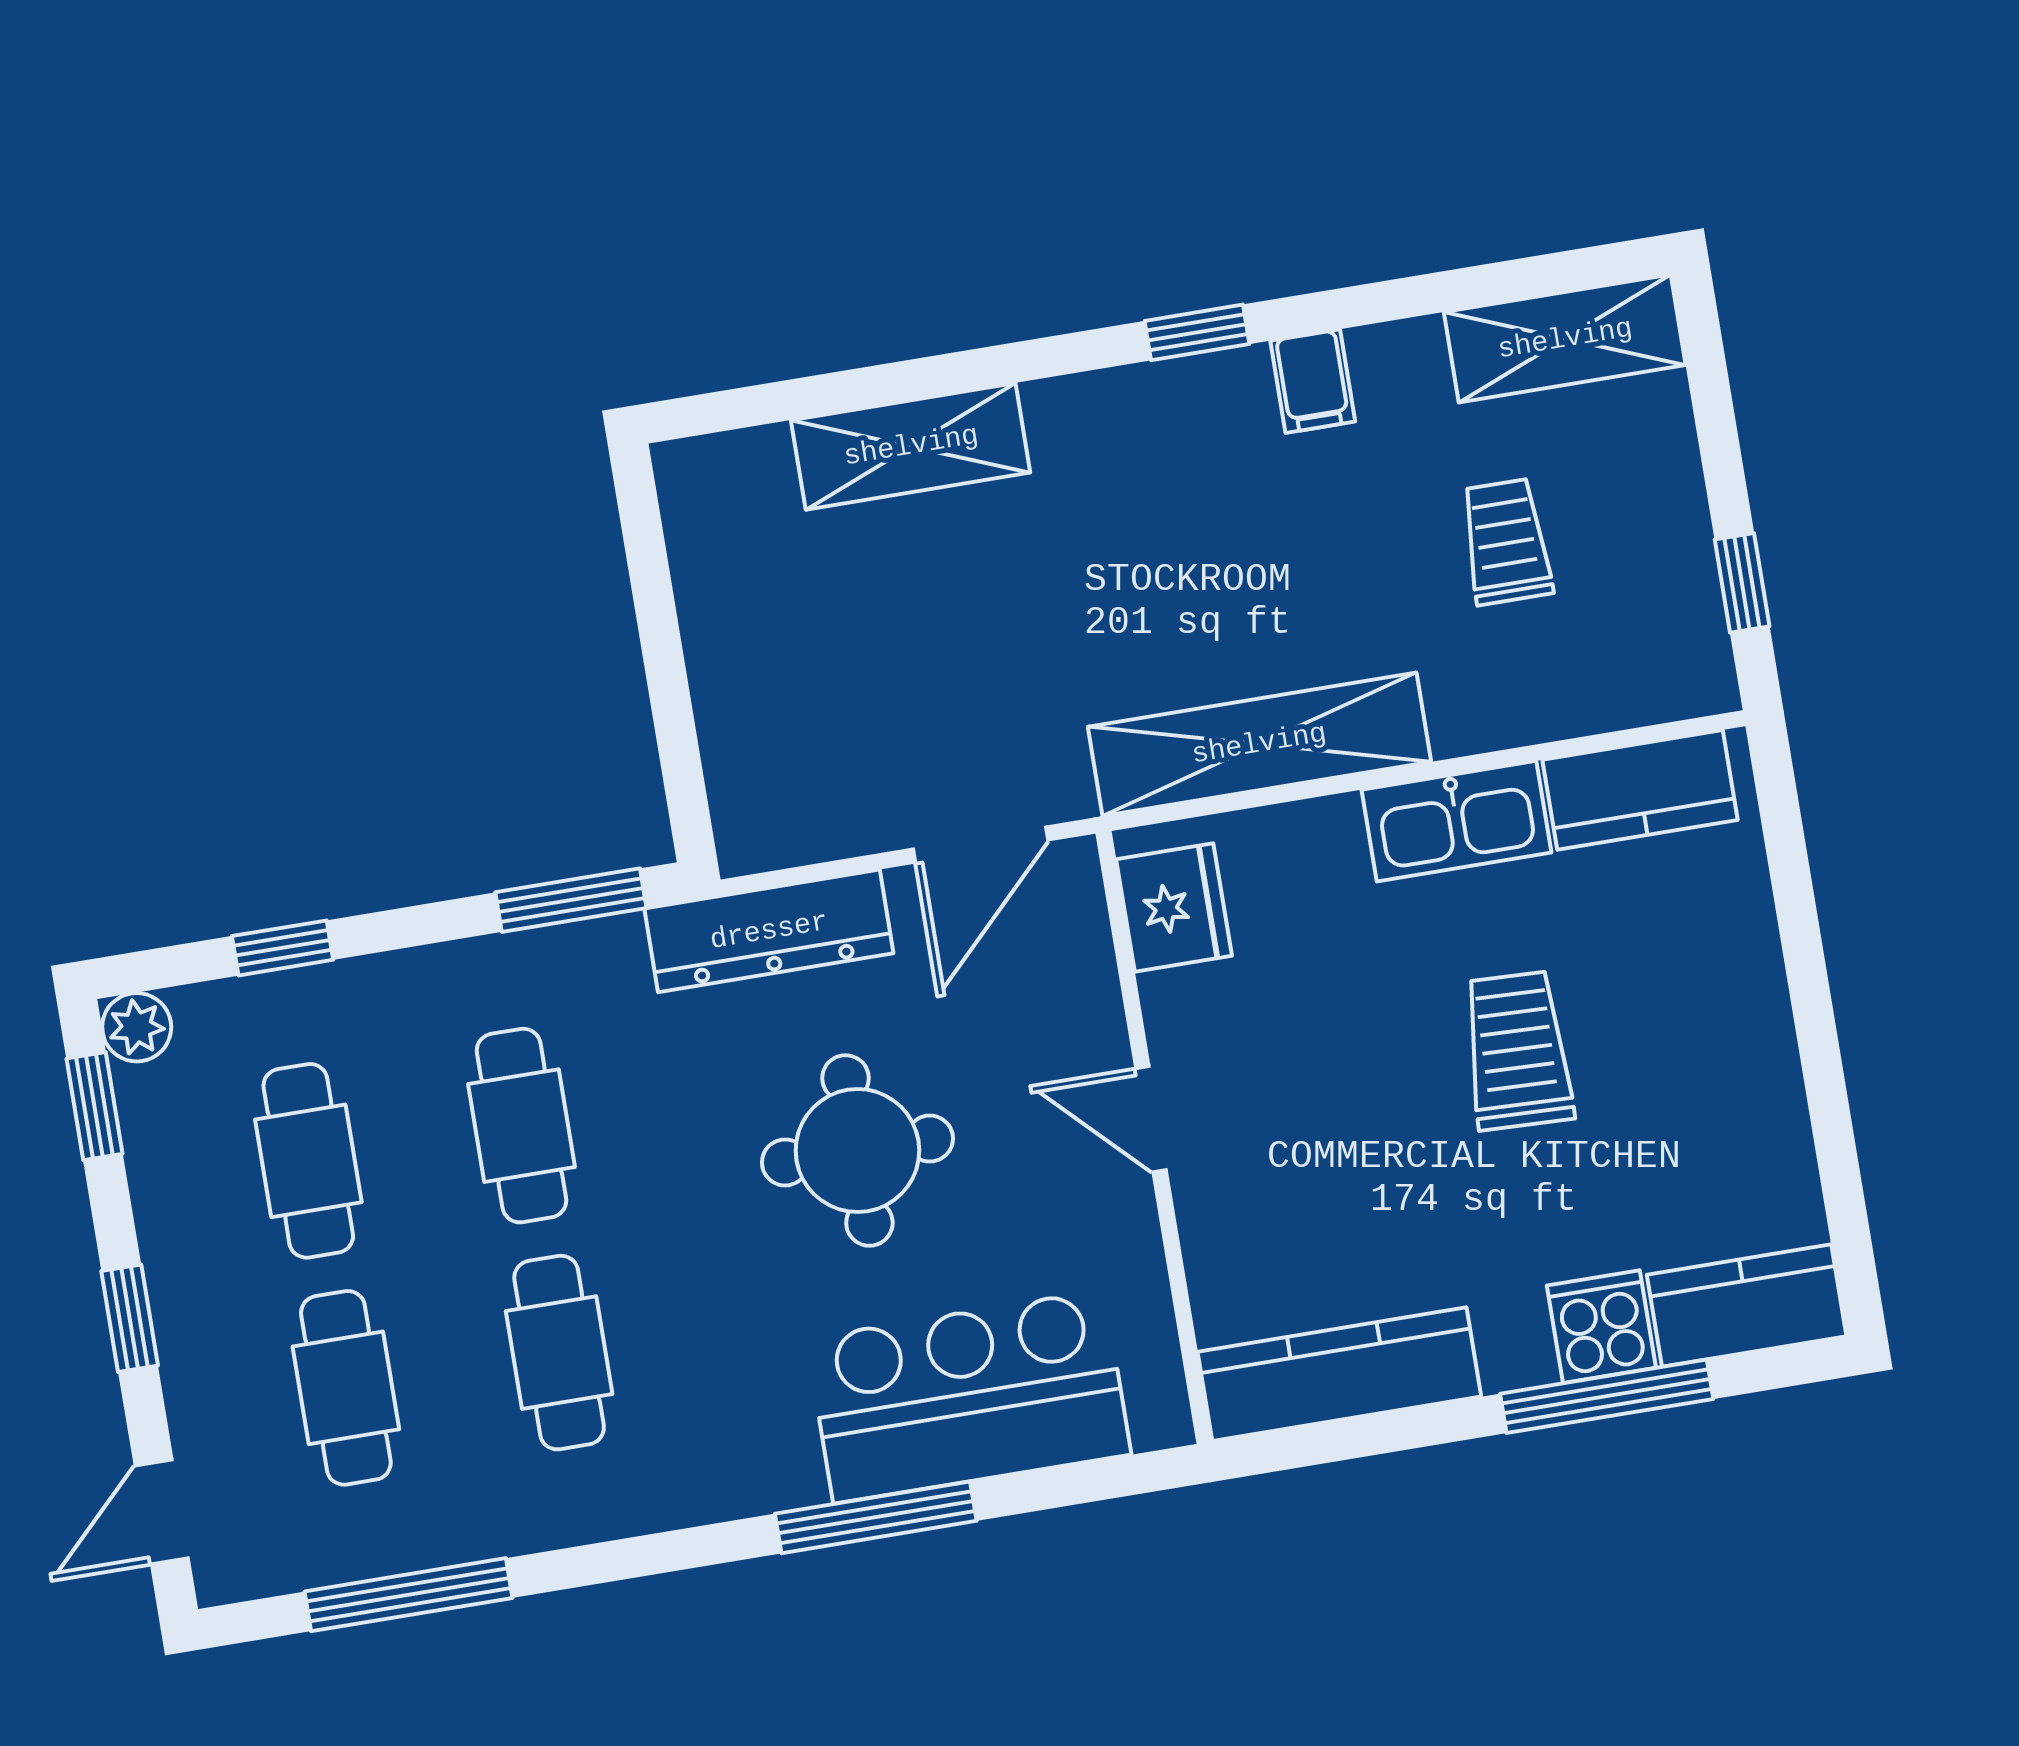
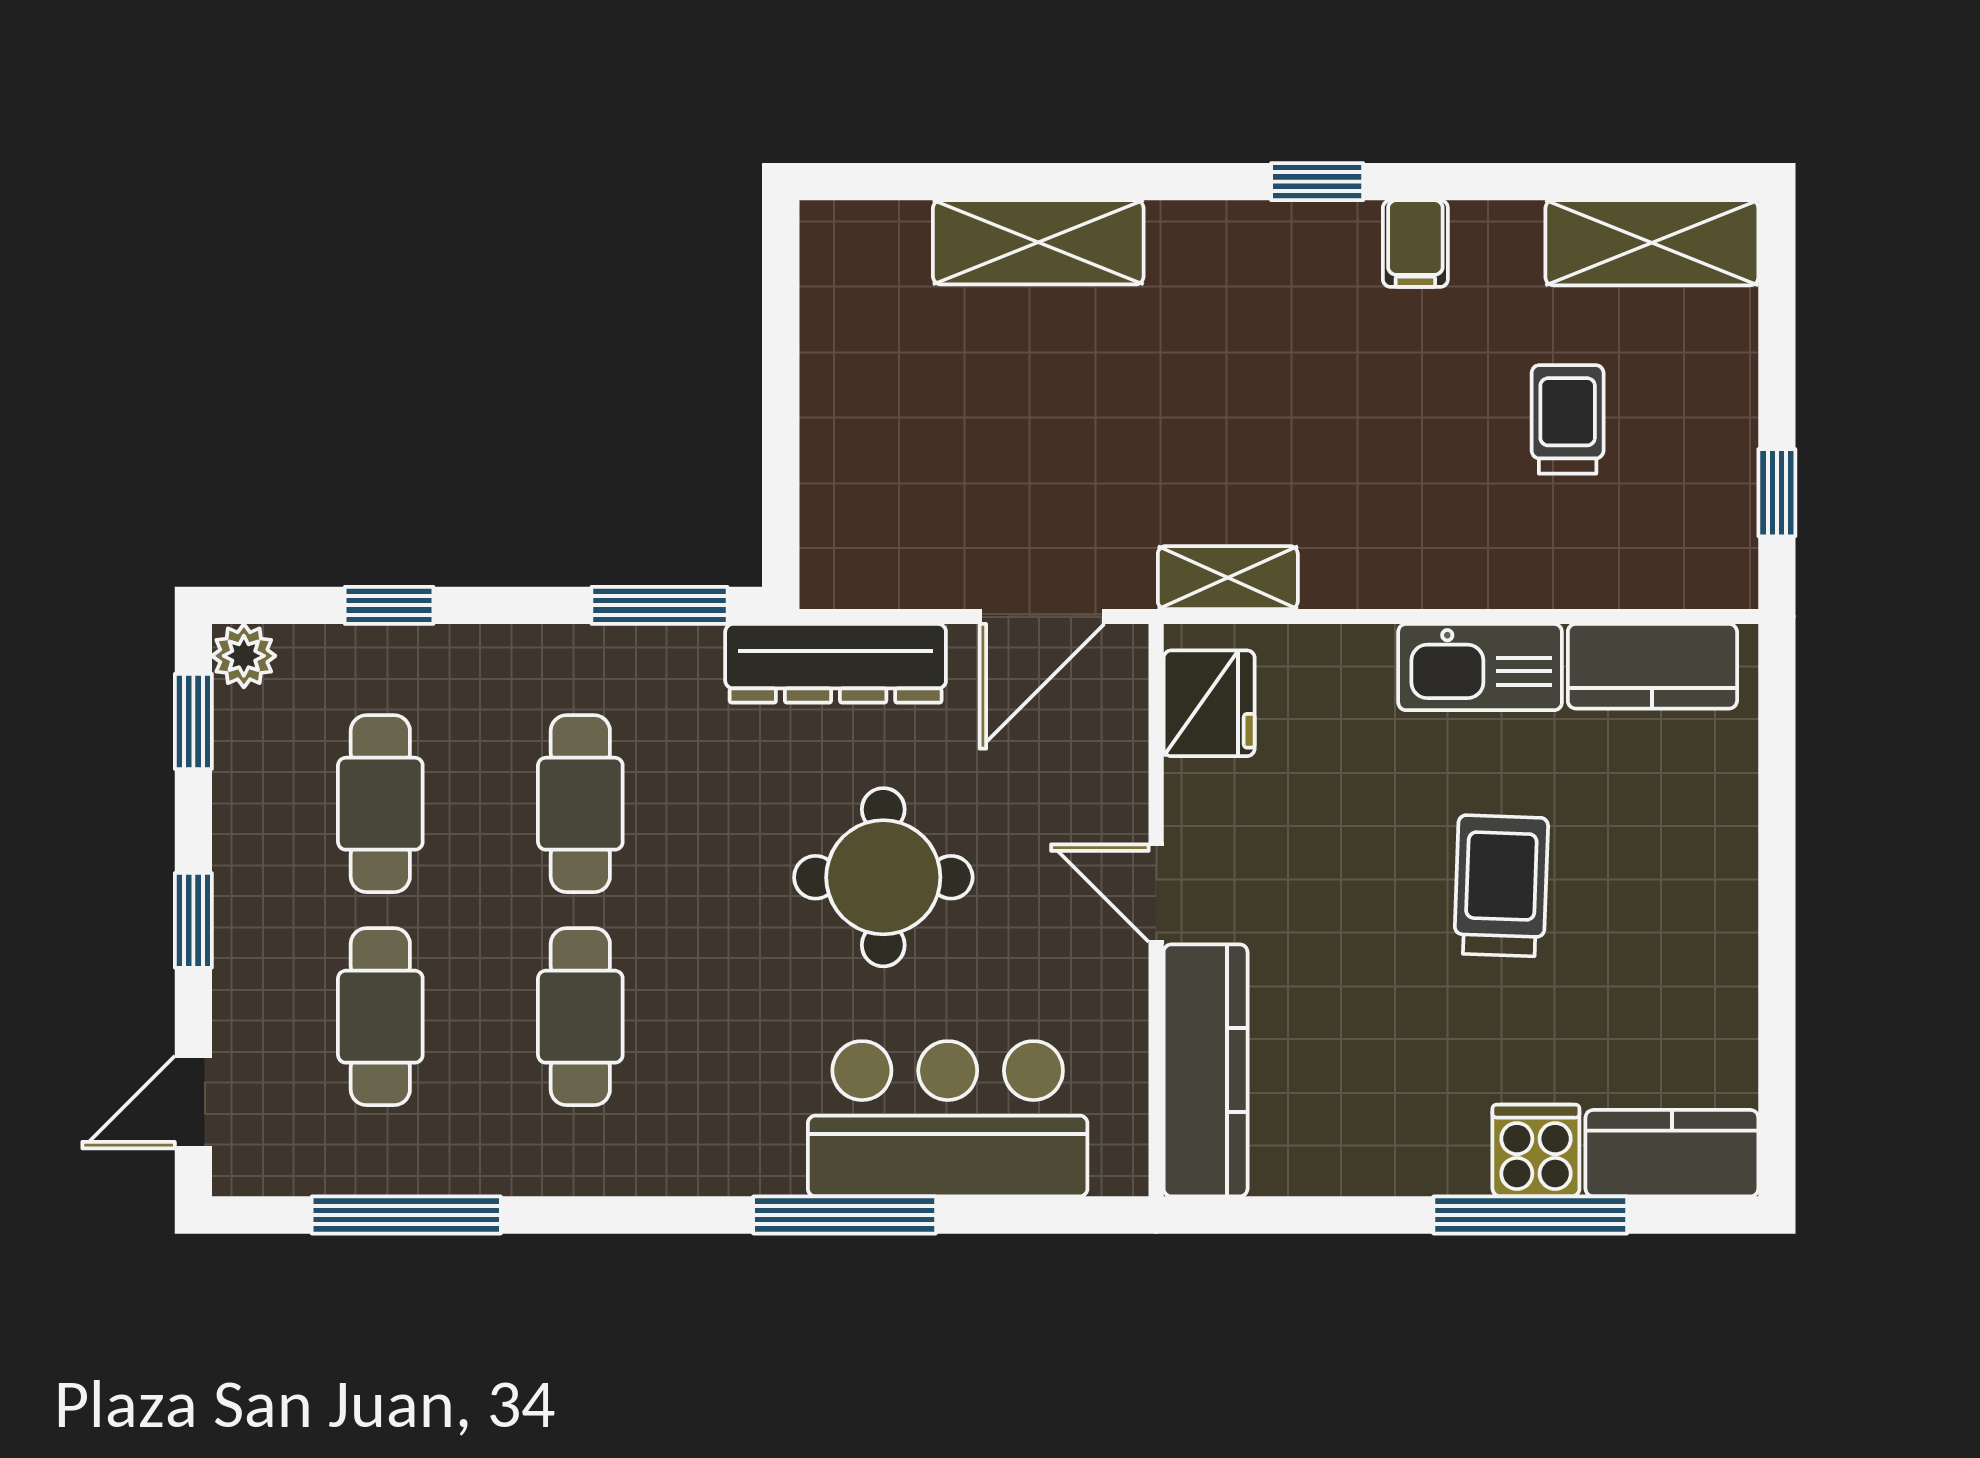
shelving: (1259, 744) -> (1228, 578), width x0.45, depth x0.75
kitchen counter: (1339, 1374) -> (1206, 1070), moved, turned 90

